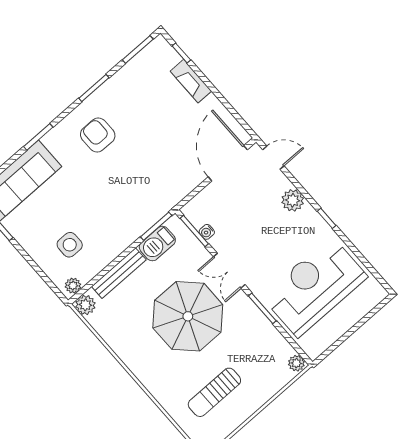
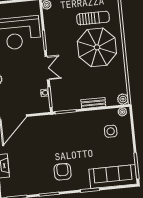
armchair: (98, 135) -> (63, 172), turned 180
barbecue: (157, 244) -> (71, 104), removed
bench: (119, 273) -> (93, 103), width x0.73
parasol: (188, 316) -> (97, 47), moved

